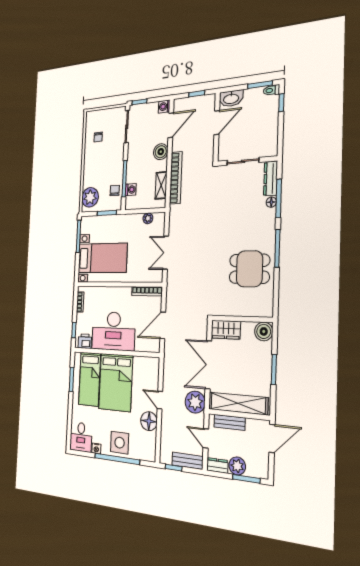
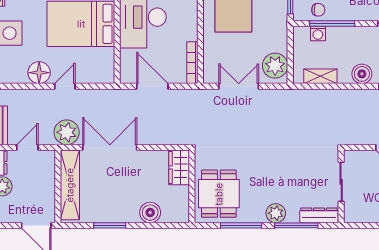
bookcase: (176, 178) -> (328, 96), removed
floor lamp: (271, 202) -> (293, 217), removed
plant: (268, 217) -> (276, 213), added
plant: (148, 218) -> (275, 66), width x1.88, depth x1.88
wall: (242, 319) -> (192, 186), moved
wardrobe: (226, 330) -> (179, 167), moved
bench: (229, 422) -> (48, 176), removed

